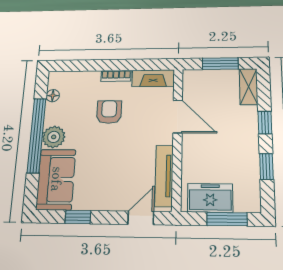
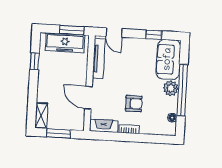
armchair: (109, 112) -> (134, 104), turned -90
window: (265, 123) -> (33, 90), removed
freezer: (210, 198) -> (65, 43), width x1.40
door: (141, 218) -> (114, 33), hinge flipped
window: (227, 219) -> (72, 30), moved

